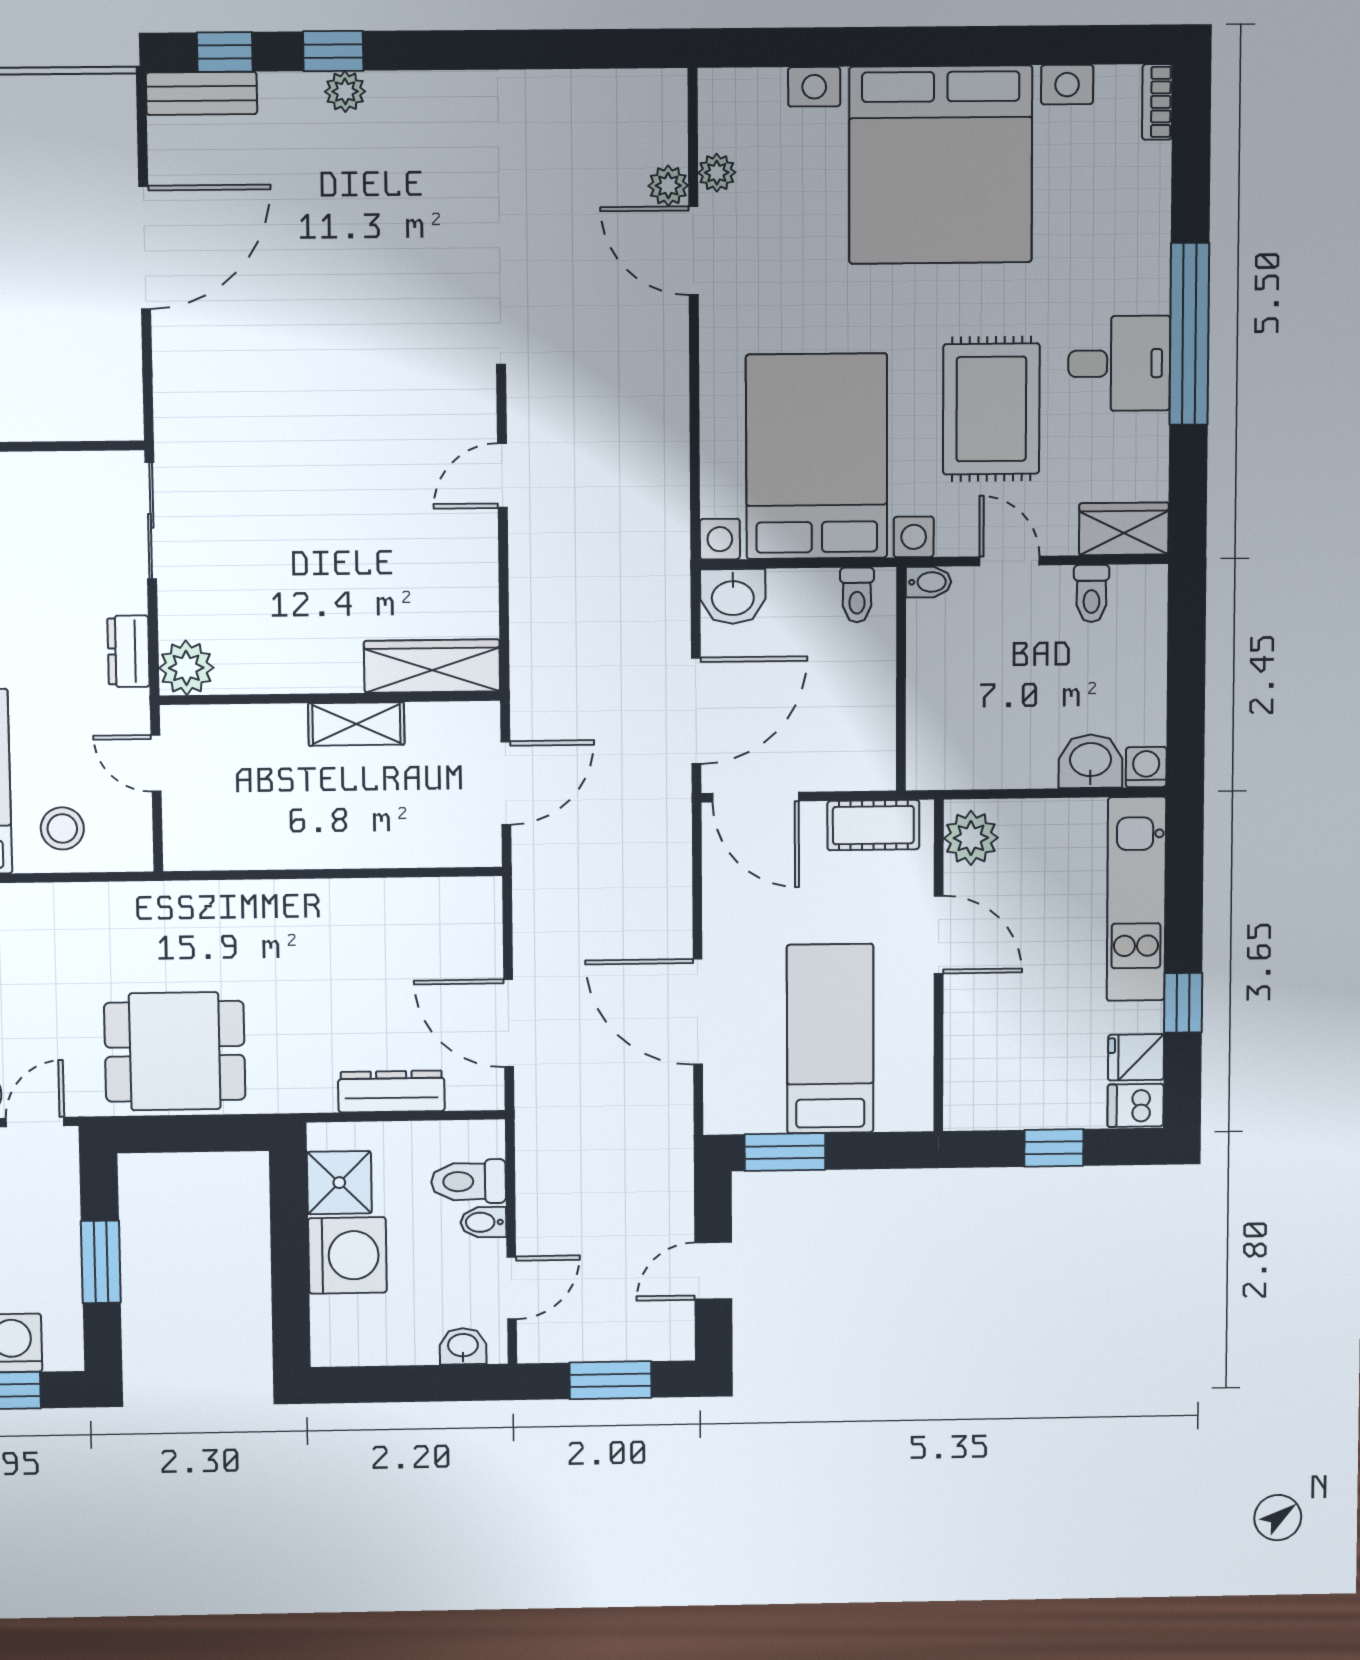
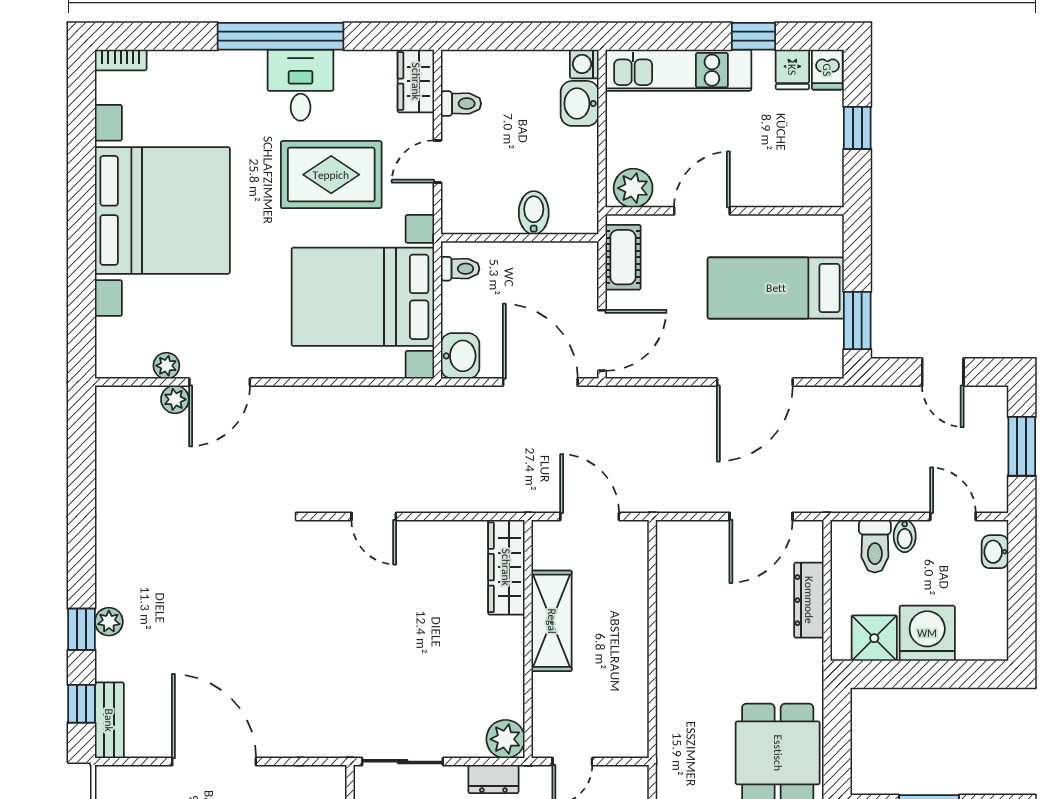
bidet: (928, 582) -> (534, 213), moved, width x1.38, depth x1.36
shelving: (356, 724) -> (552, 621), width x1.50, depth x1.33

